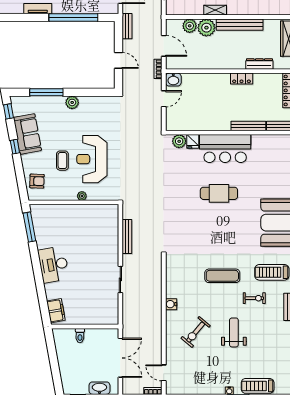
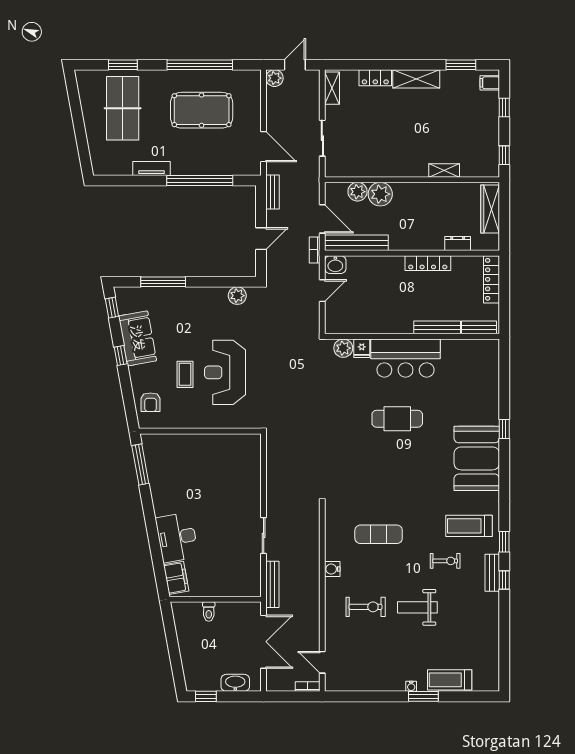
shelving: (215, 10) -> (444, 170), moved
bench: (240, 25) -> (356, 243), moved
door: (119, 60) -> (261, 239), hinge flipped
dresser: (259, 64) -> (458, 244), width x0.70
locker: (242, 79) -> (428, 263), width x1.53
plant: (72, 102) -> (237, 296), moved
armchair: (37, 181) -> (151, 402), turned 88
plant: (82, 196) -> (211, 422), removed
bench: (127, 237) -> (272, 584), moved
desk: (54, 265) -> (177, 537), moved
exercise mat: (222, 276) -> (379, 534), moved
exercise bike: (196, 332) -> (366, 607), turned -130
weight bench: (234, 332) -> (417, 607), turned -90

